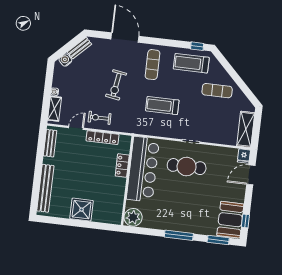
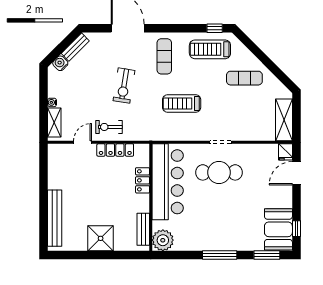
bench: (50, 143) -> (143, 229), moved

